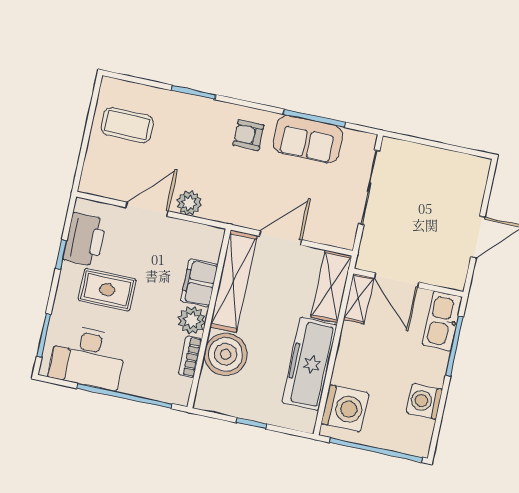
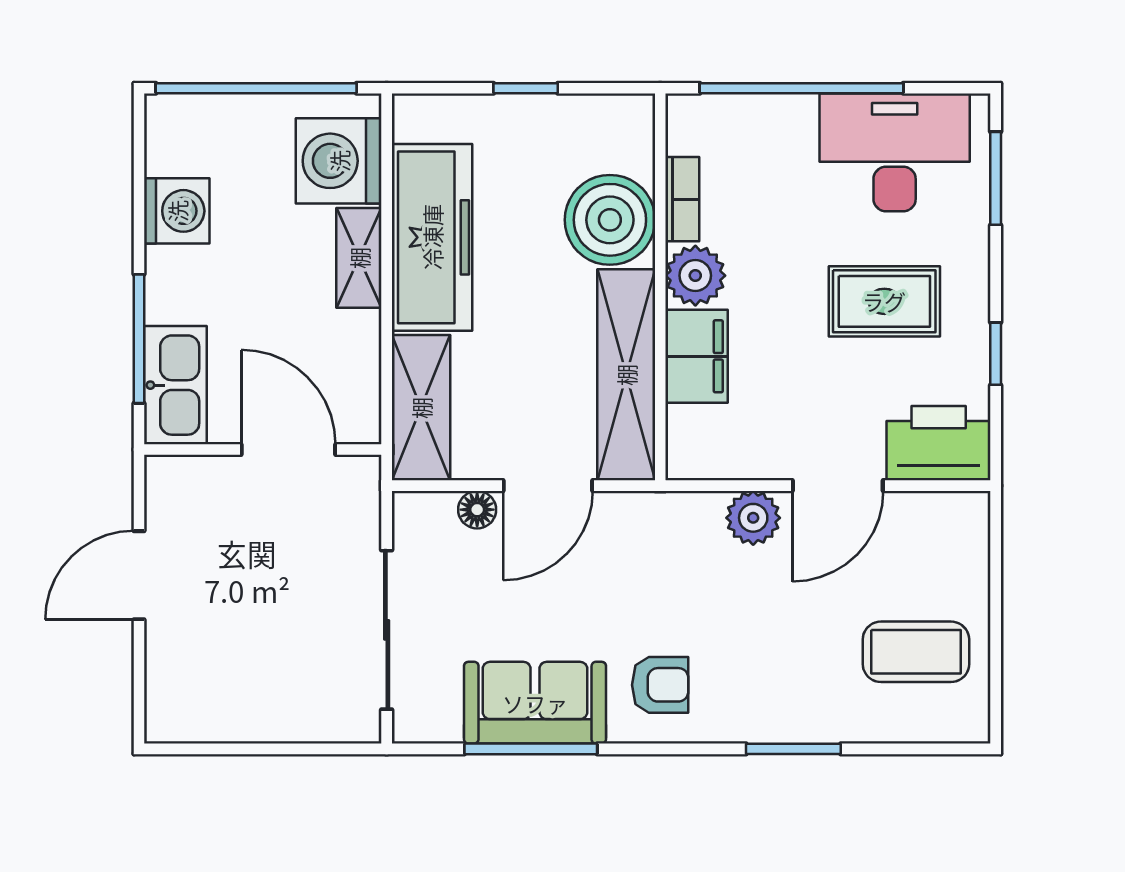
floor lamp: (315, 234) -> (477, 510), added
printer: (85, 240) -> (939, 443), moved, turned 90
shelving: (359, 299) -> (359, 258), moved

